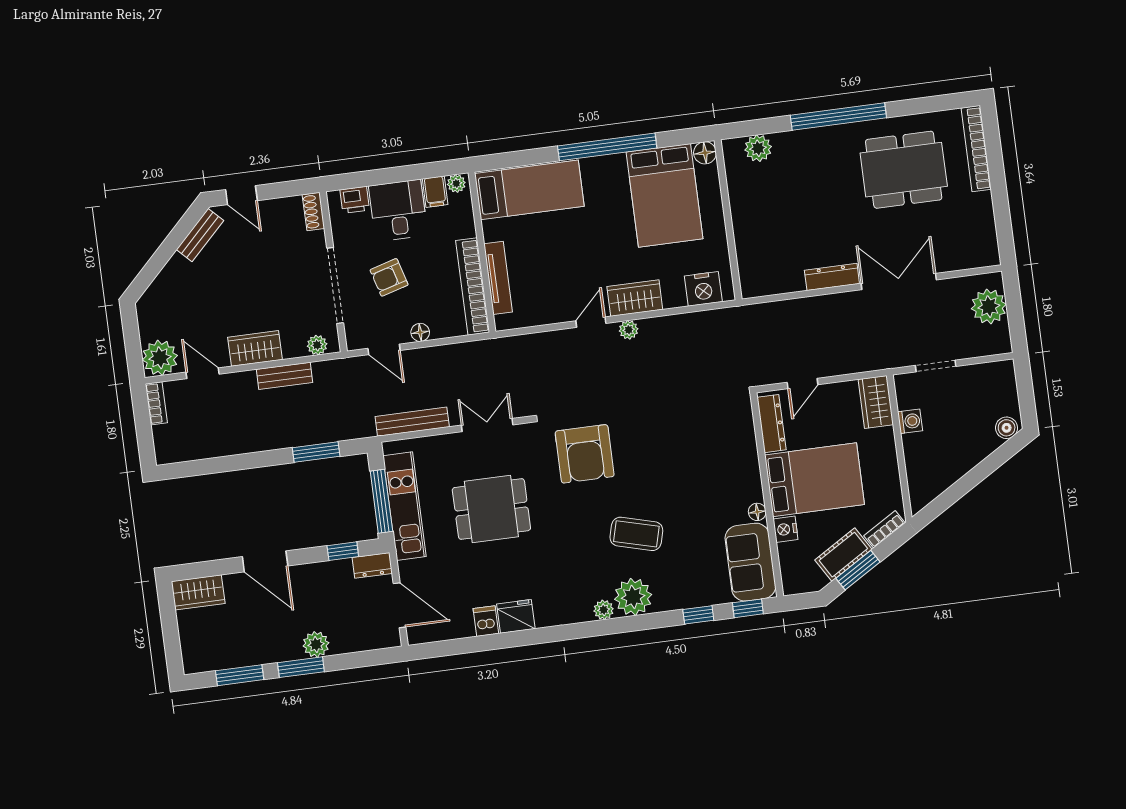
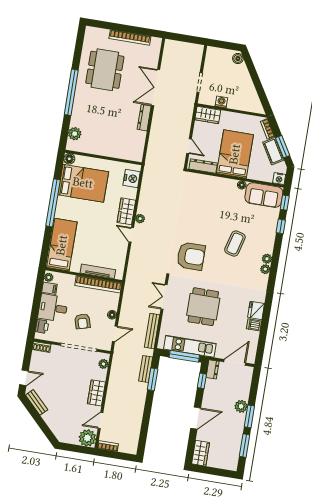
bookcase: (976, 149) -> (130, 38), moved
plant: (989, 307) -> (180, 50), removed
bench: (285, 376) -> (146, 369), moved
nightstand: (785, 529) -> (279, 179), moved
plant: (633, 597) -> (267, 259), width x0.53, depth x0.53

